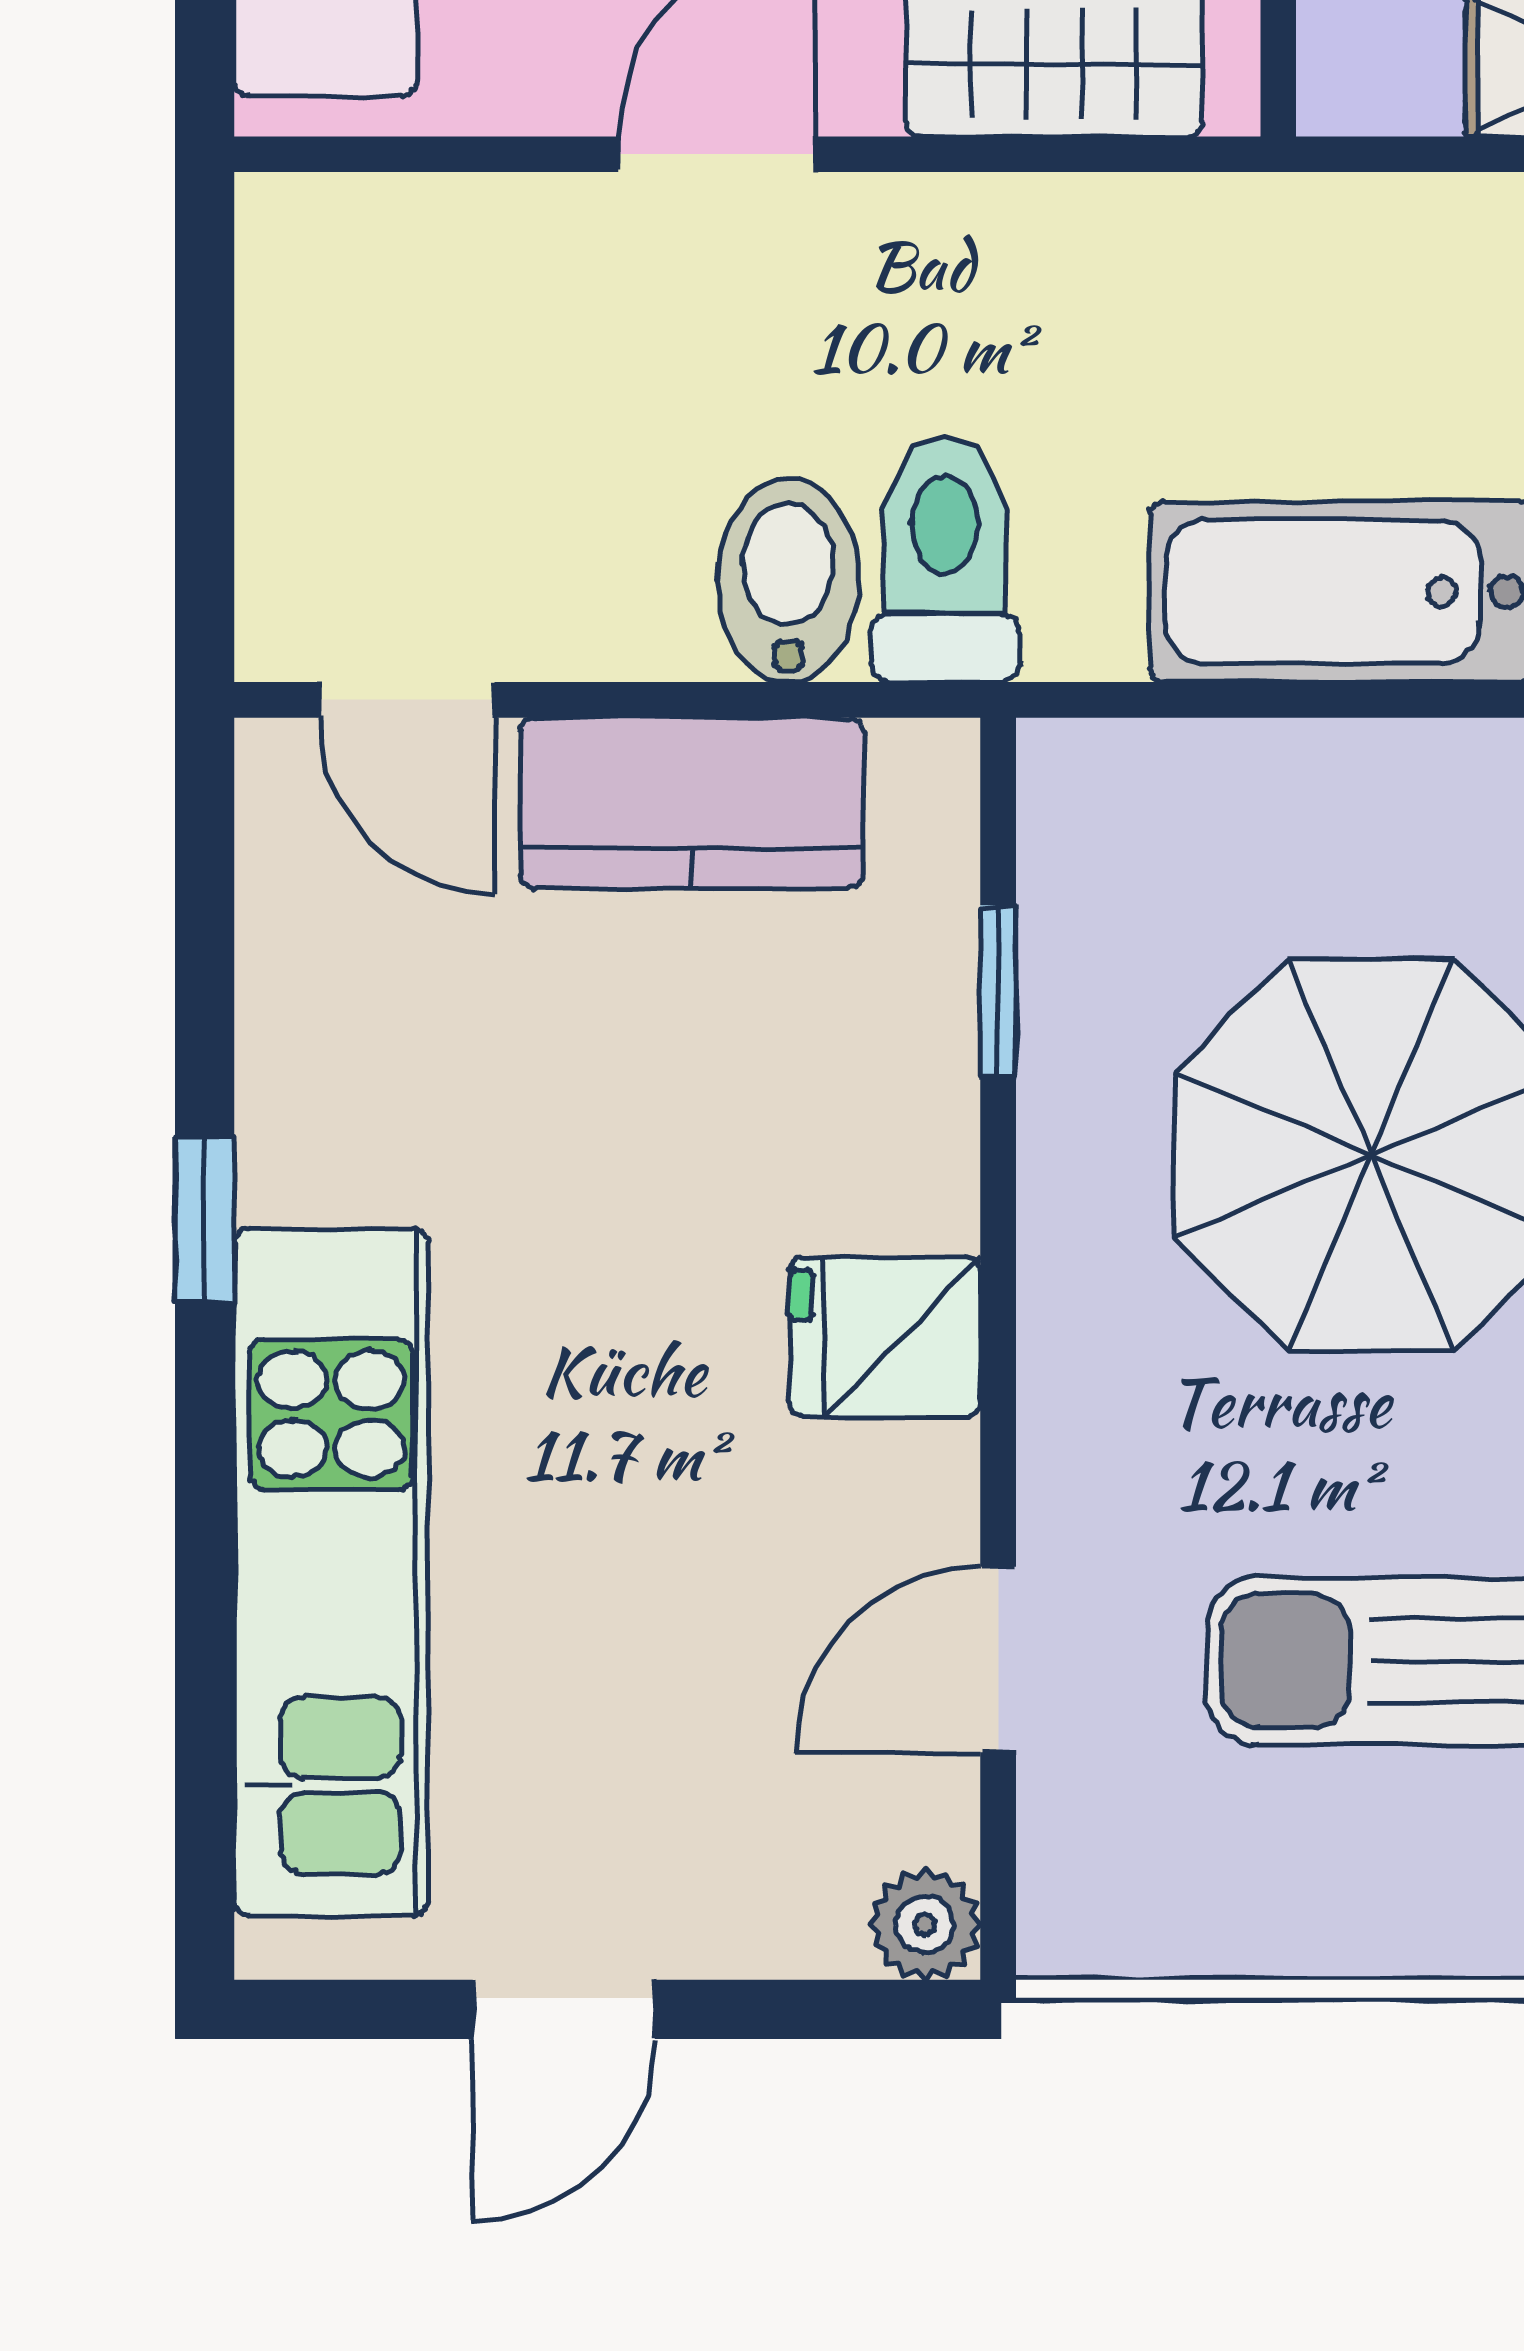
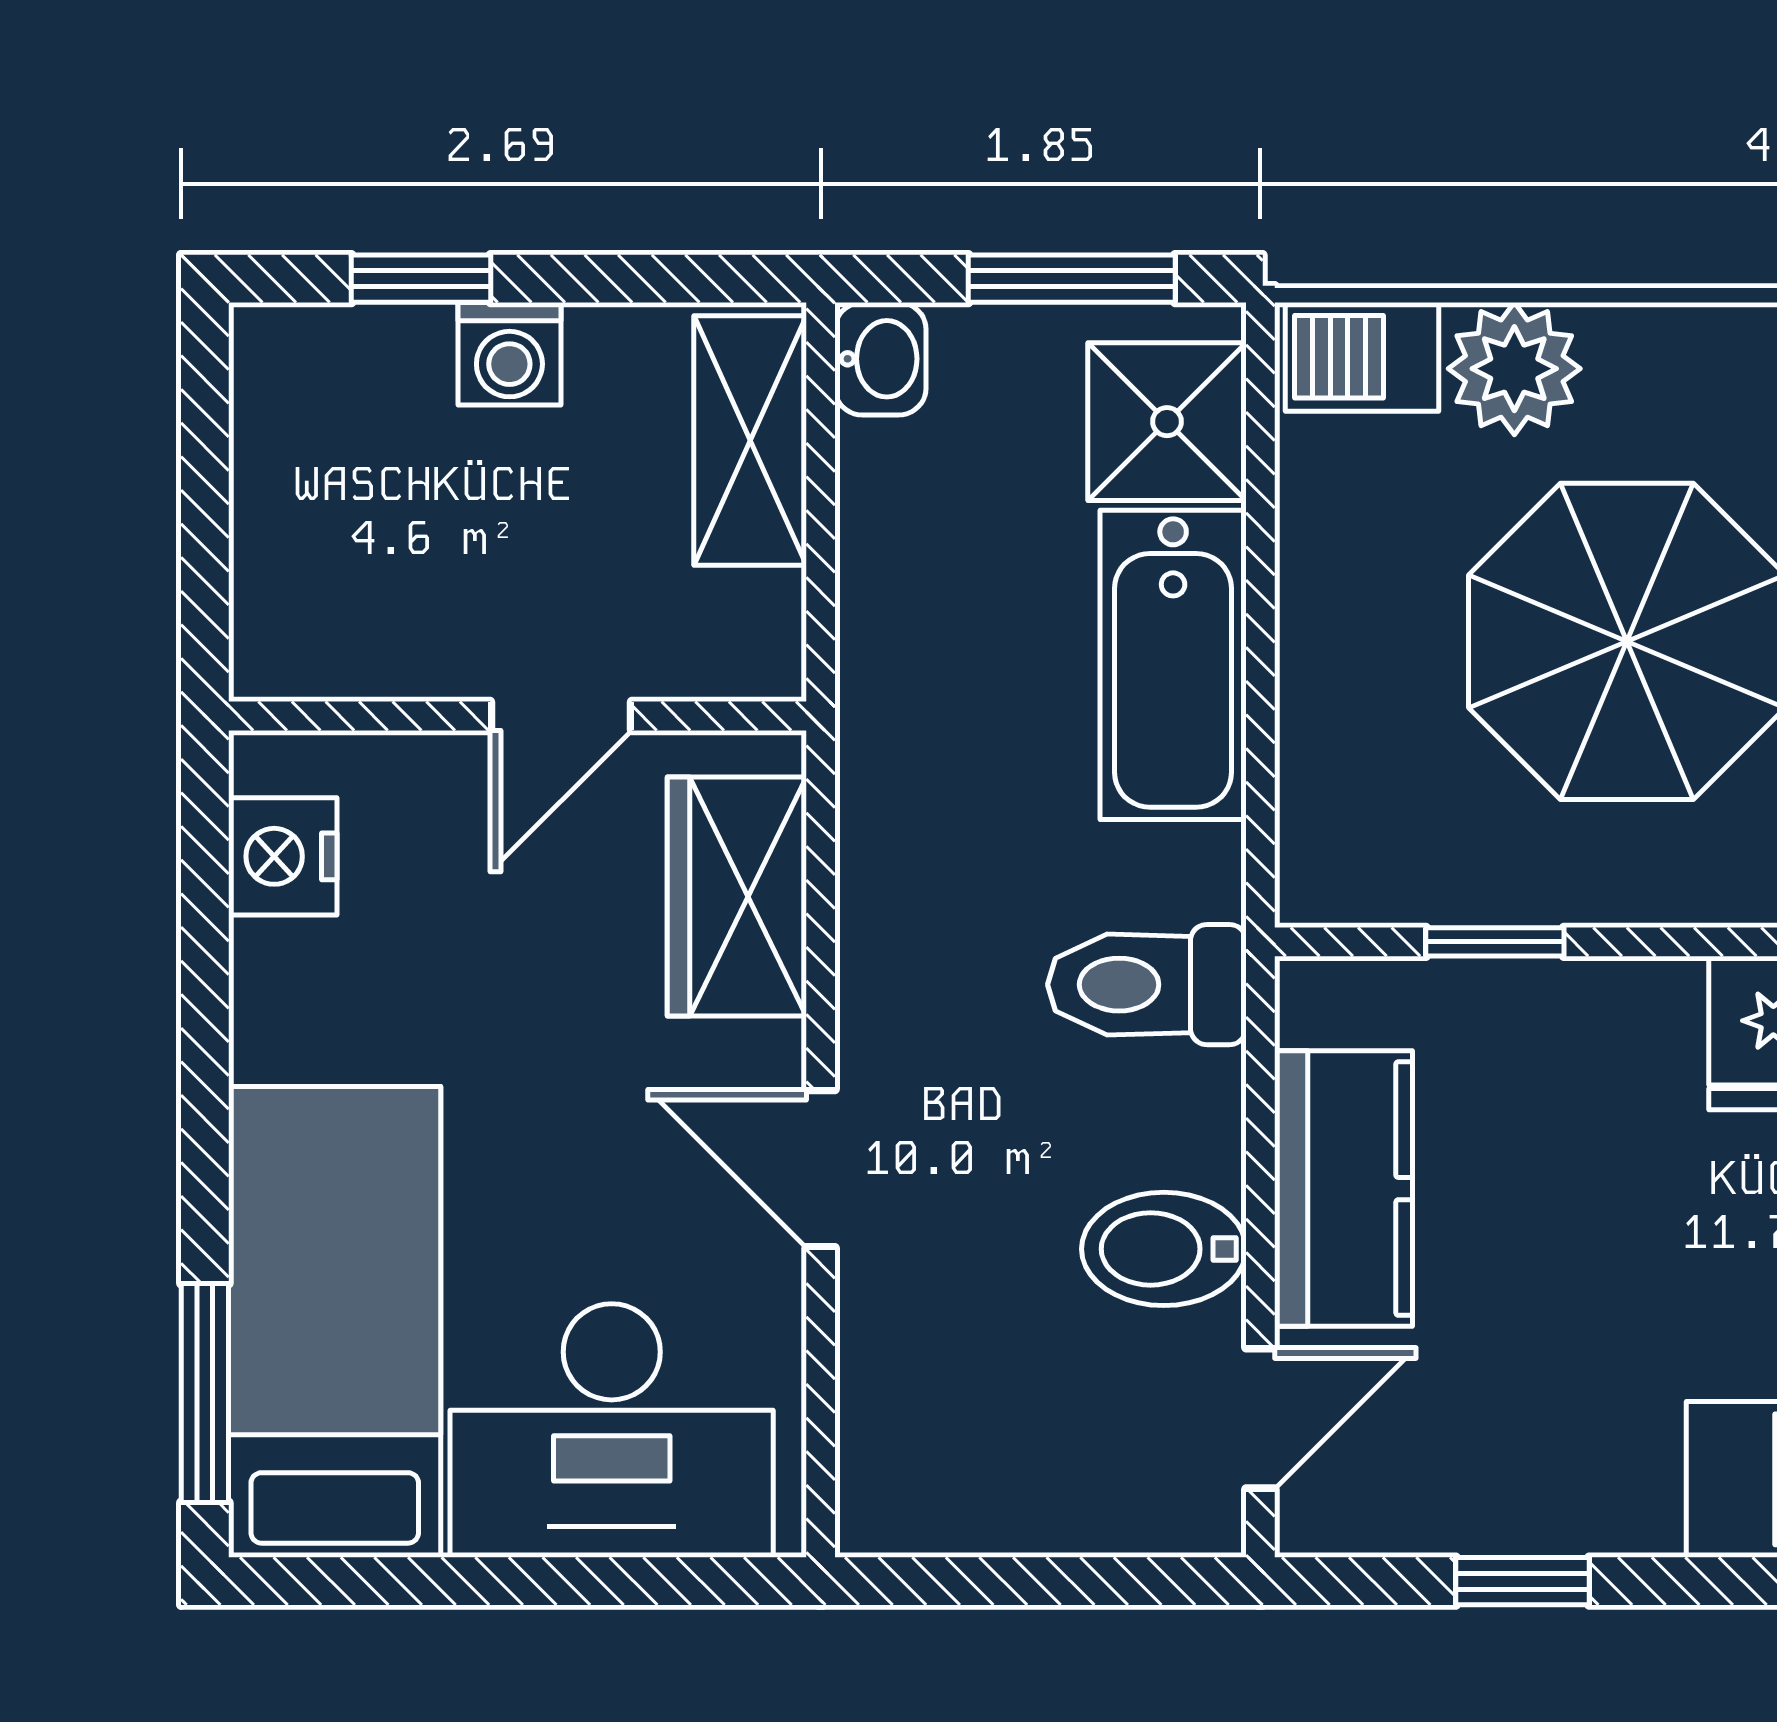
bidet: (788, 580) -> (1164, 1249), moved
window: (205, 1220) -> (1523, 1581), moved

